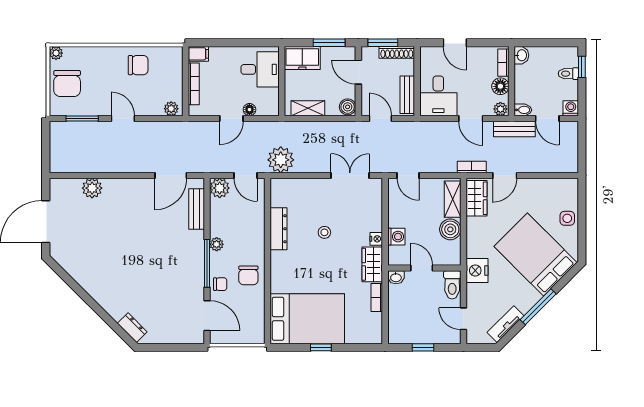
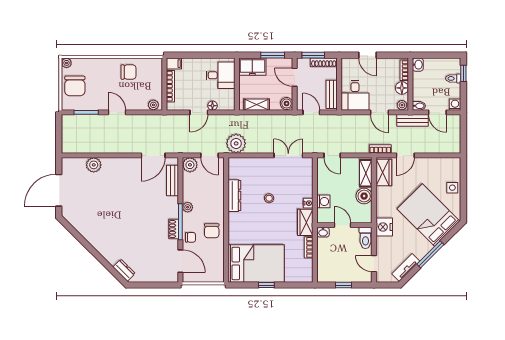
shoe rack: (198, 273) -> (174, 229), added

